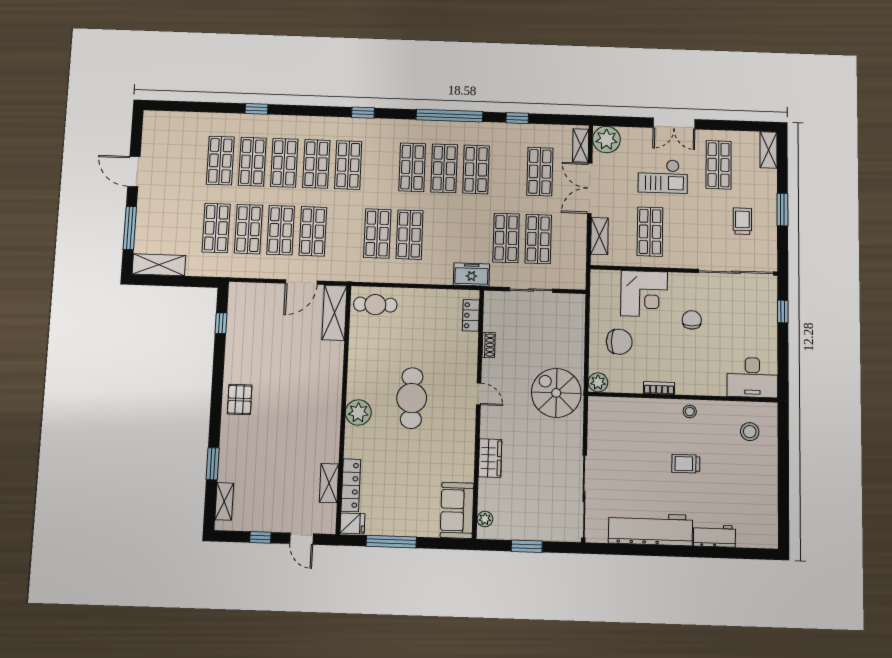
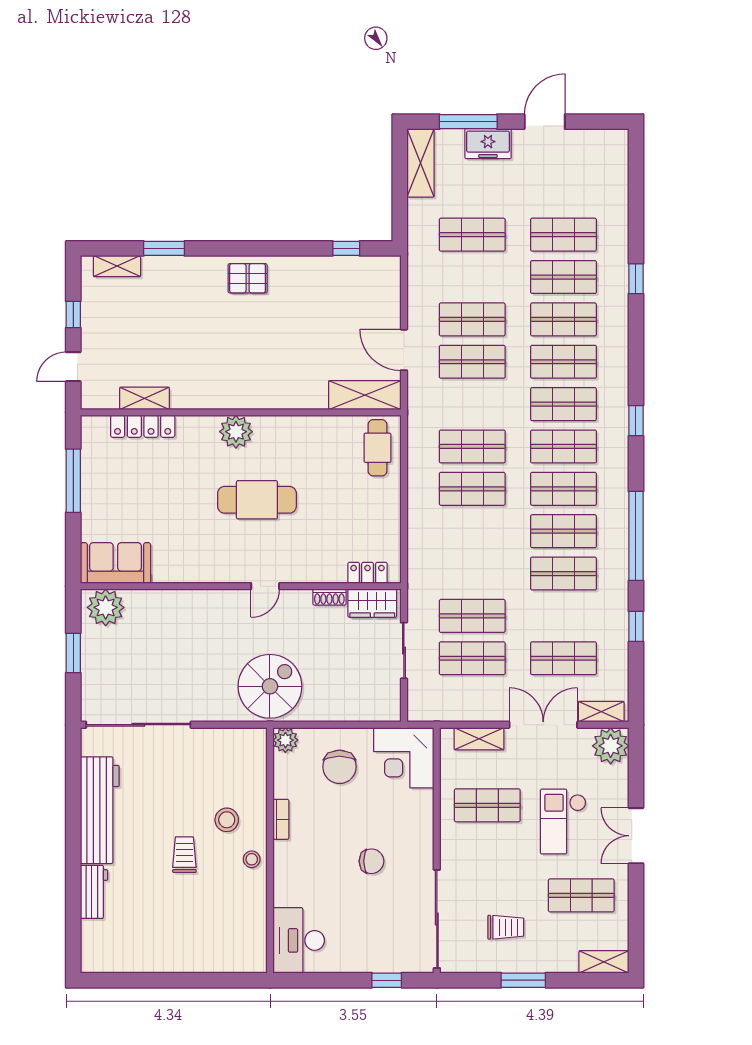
shop shelf: (248, 229) -> (563, 446), moved
freezer: (471, 274) -> (488, 144), moved, turned 90
corner desk: (644, 294) -> (404, 758), moved
stool: (750, 432) -> (227, 820), moved
wardrobe: (490, 458) -> (372, 603), moved
plant: (485, 519) -> (106, 607), width x1.87, depth x1.87
fridge: (352, 523) -> (95, 430), removed

